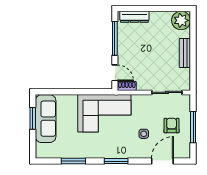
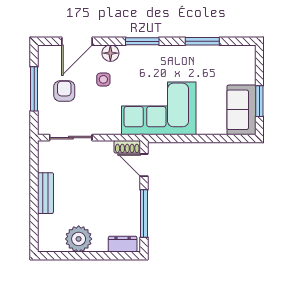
dresser: (134, 17) -> (123, 244), width x0.70
plant: (181, 20) -> (79, 239), moved
sofa: (46, 119) -> (241, 110), width x0.73
armchair: (172, 126) -> (64, 91), turned 180
floor lamp: (139, 152) -> (110, 53), added

